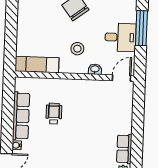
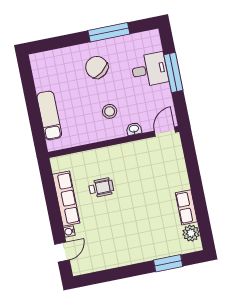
desk: (120, 37) -> (149, 70), moved
exam couch: (37, 65) -> (49, 115), moved, turned 90
wheelchair: (54, 114) -> (101, 188), turned 90

